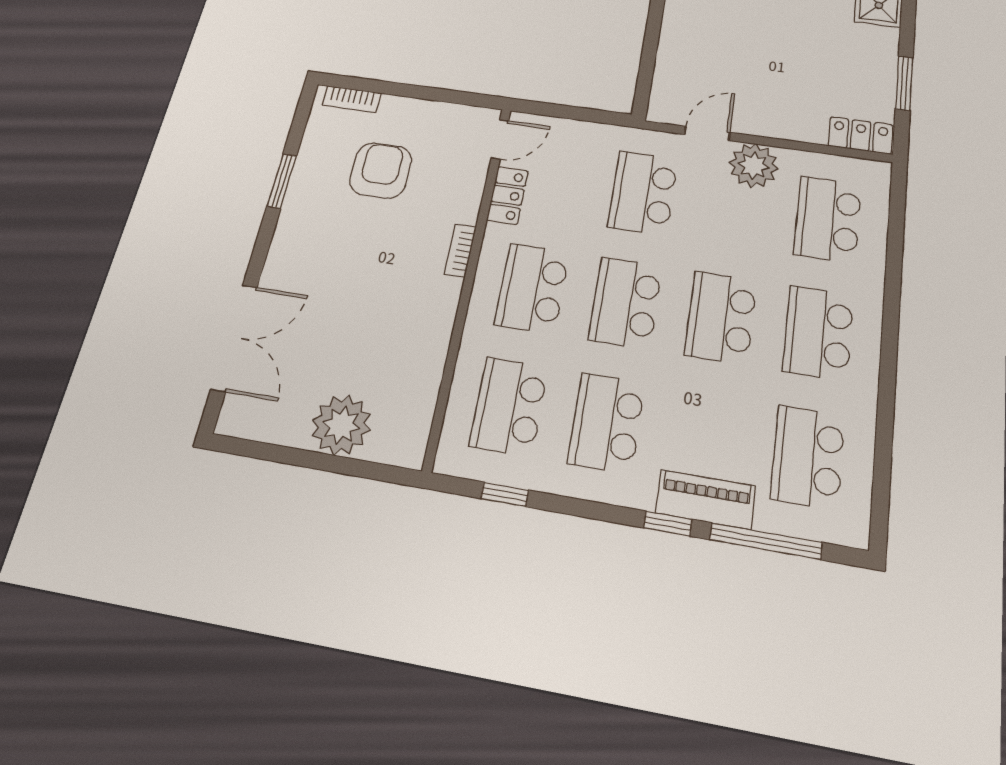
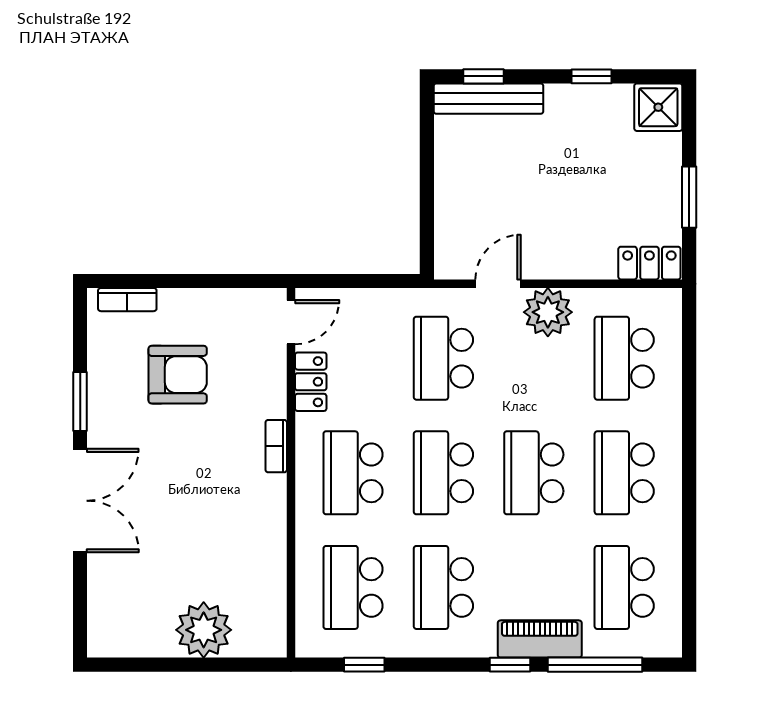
armchair: (381, 170) -> (178, 375), turned 90
double door: (234, 338) -> (80, 501), moved

